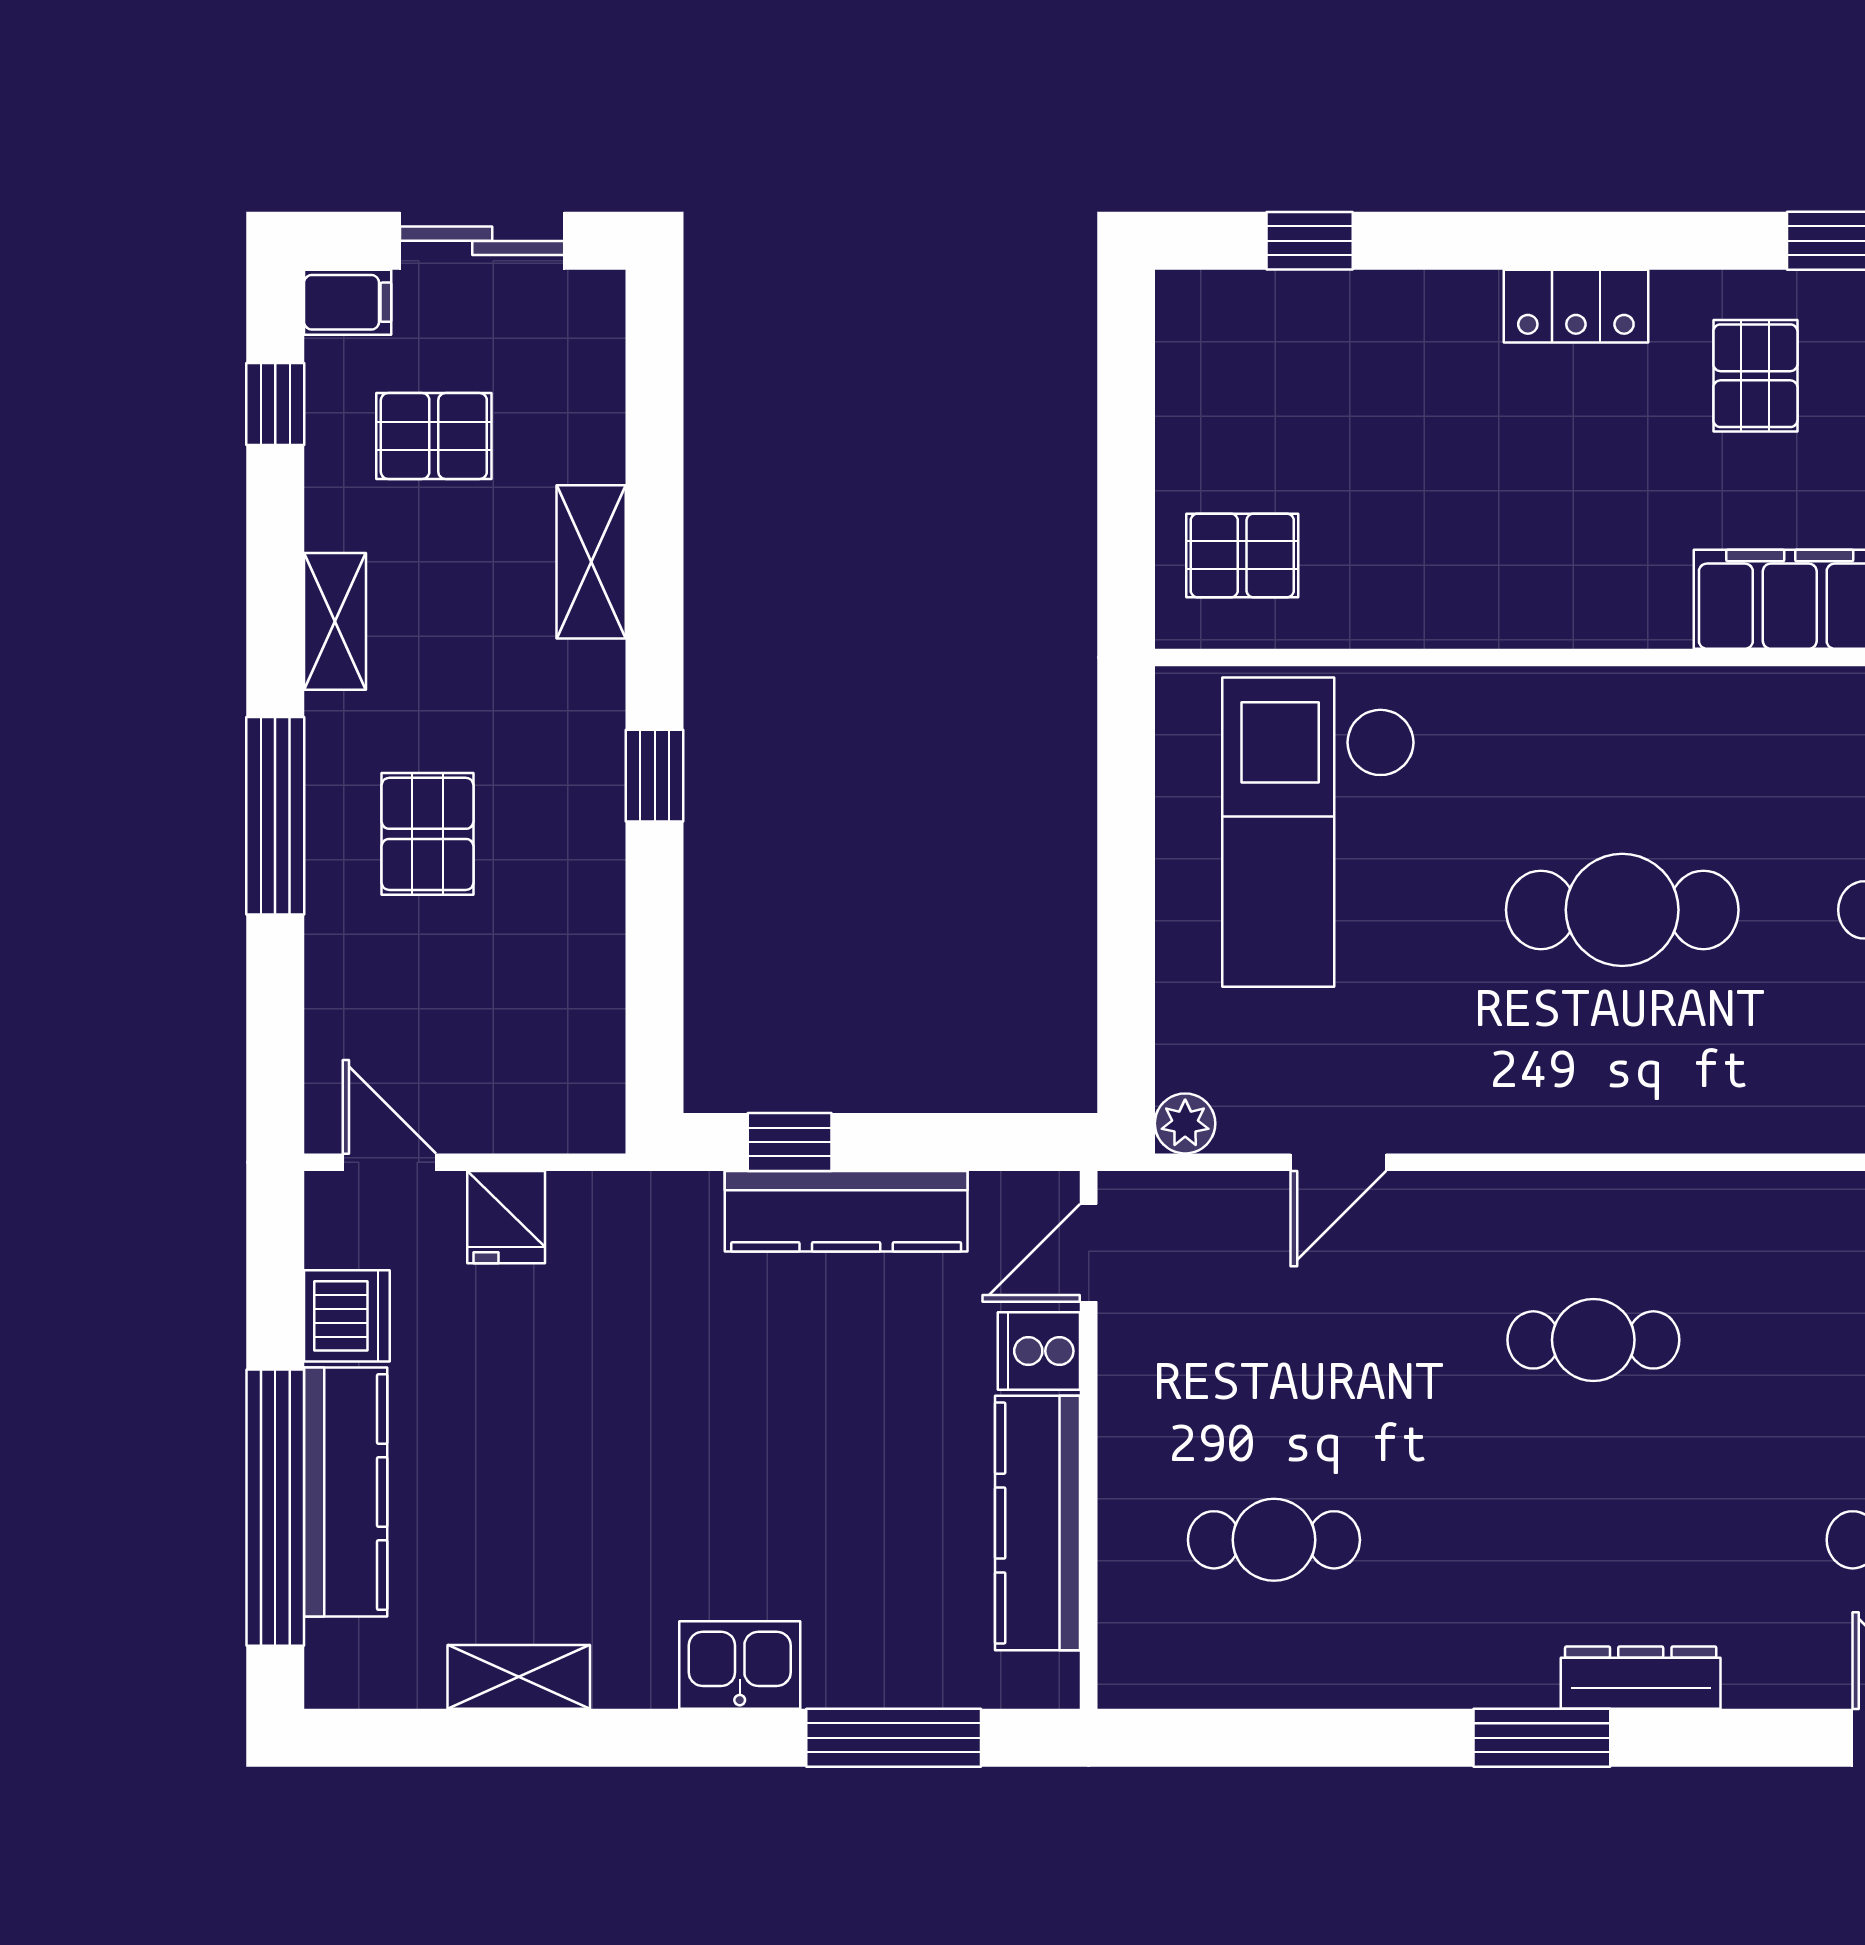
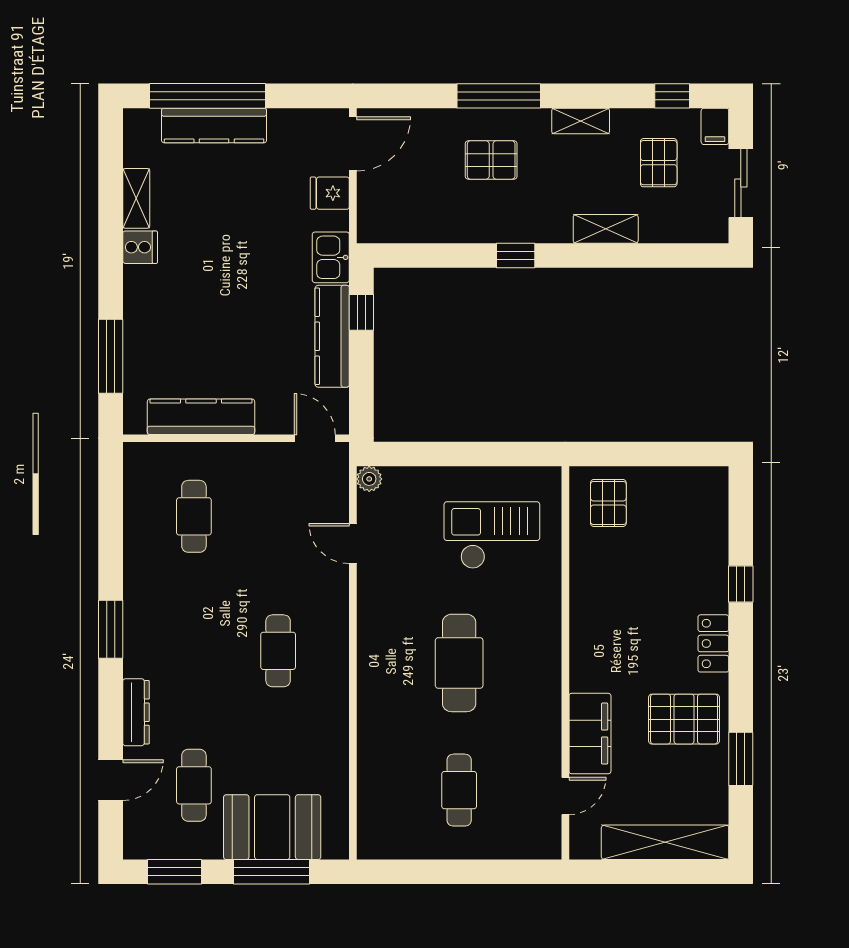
window: (1310, 241) -> (741, 584), moved
pallet: (1755, 376) -> (684, 719), width x1.50, depth x1.42
checkout: (1319, 832) -> (492, 535), width x0.73, depth x0.83
door: (389, 1162) -> (353, 144), width x1.38
dishwasher: (347, 1316) -> (288, 126), removed
cooker: (1039, 1351) -> (140, 247), moved, turned 90
kitchen sink: (740, 1665) -> (331, 257), moved, turned 180
dresser: (1641, 1678) -> (136, 712), moved

